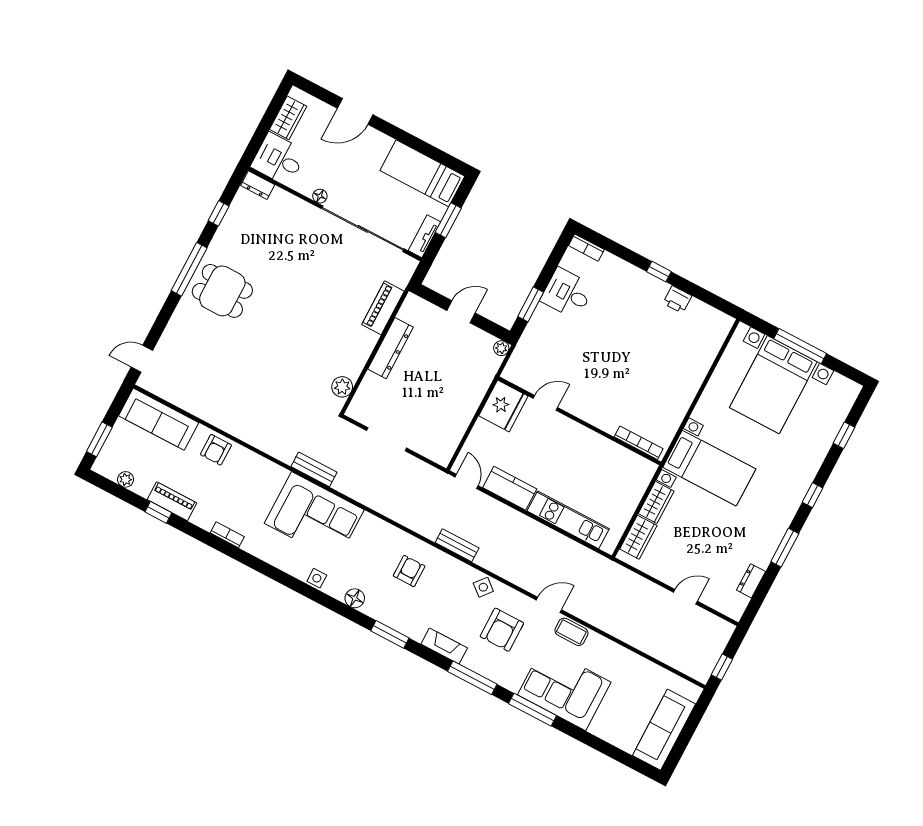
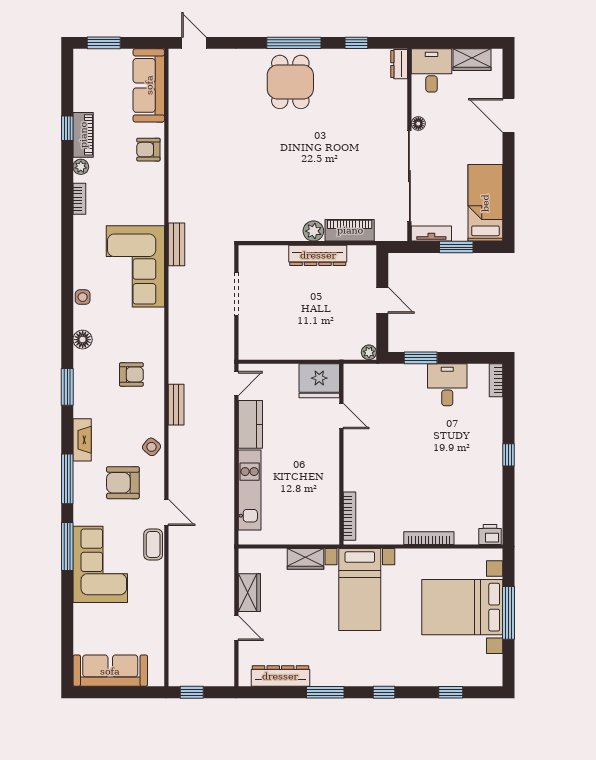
printer: (677, 300) -> (490, 534), moved, turned 90
bookcase: (696, 382) -> (429, 538), added
plant: (342, 387) -> (313, 231), moved
plant: (126, 479) -> (81, 167), moved
wardrobe: (638, 537) -> (249, 593), moved, turned -90
dresser: (751, 581) -> (280, 676), width x1.96, depth x1.24

